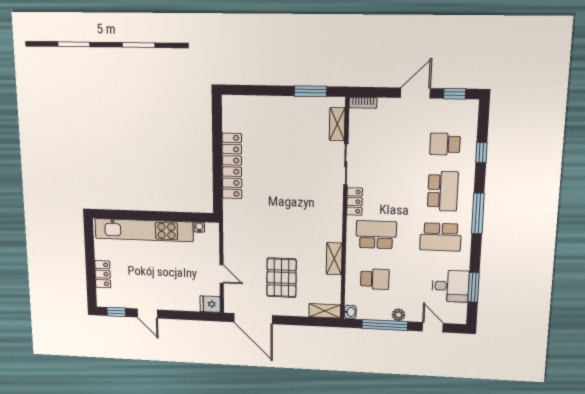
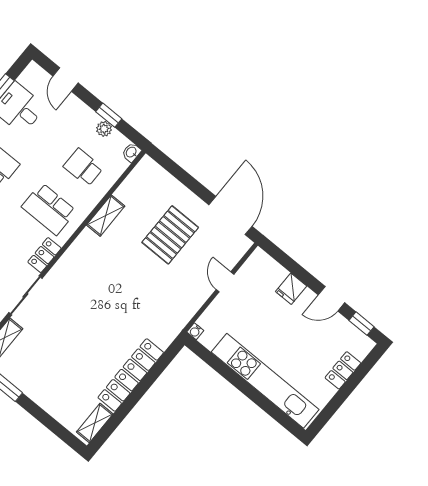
water cooler: (199, 227) -> (195, 331), moved
fridge: (210, 304) -> (291, 289), moved, turned 90
shelving: (325, 311) -> (95, 423), moved, turned 90
door: (147, 313) -> (331, 299), swing flipped
plant: (399, 315) -> (104, 129), moved
window: (385, 325) -> (109, 115), width x0.46

